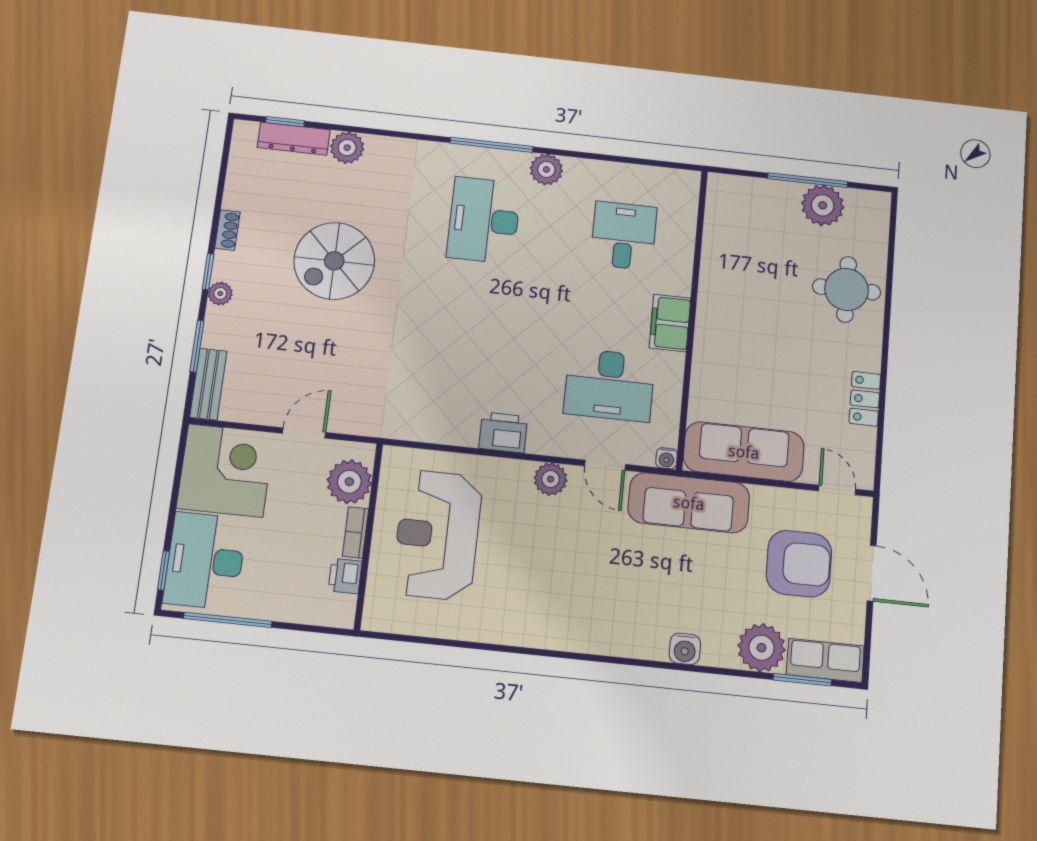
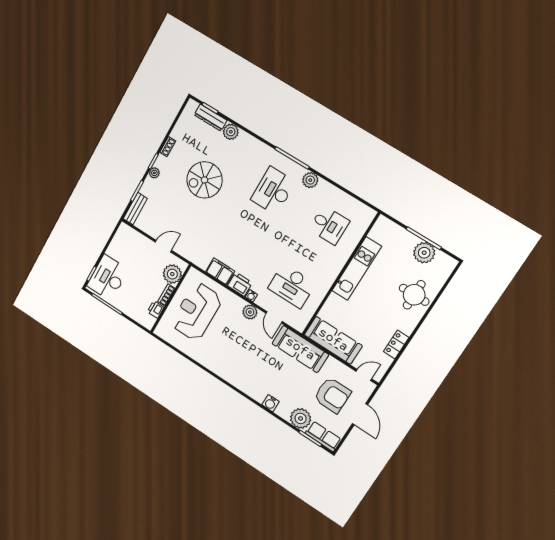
desk: (624, 236) -> (329, 225), turned 90
kitchen unit: (717, 292) -> (357, 269), added
filing cabinet: (670, 323) -> (220, 271), moved, turned 90
water cooler: (667, 458) -> (251, 296), moved
corner desk: (225, 470) -> (128, 247), removed
door: (837, 490) -> (364, 375), hinge flipped

